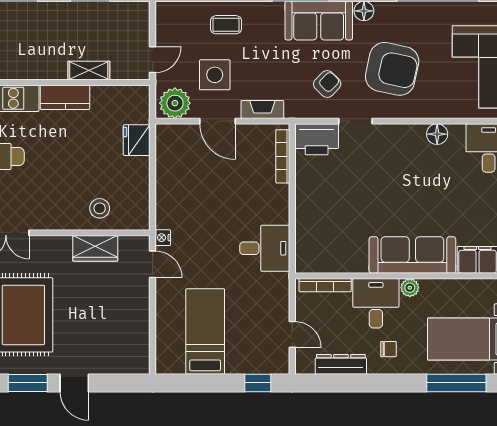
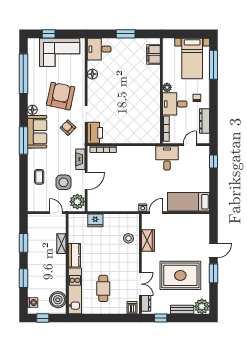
desk: (265, 248) -> (167, 158), moved
sofa: (412, 255) -> (151, 86), removed
bed: (205, 332) -> (188, 202), moved

